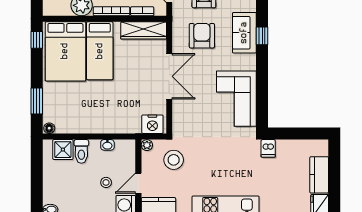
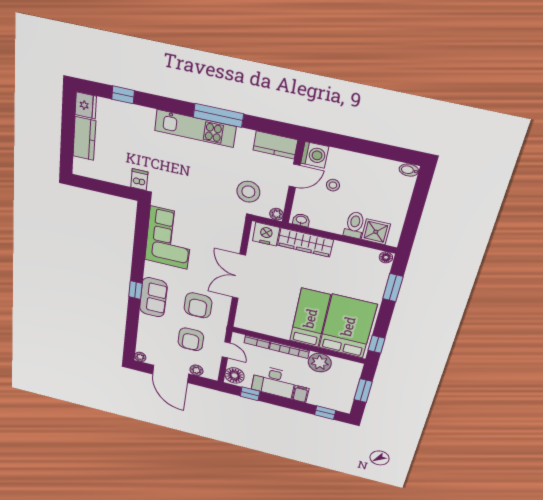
wardrobe: (144, 30) -> (305, 242), moved, turned 180
washbasin: (107, 145) -> (301, 220), moved

